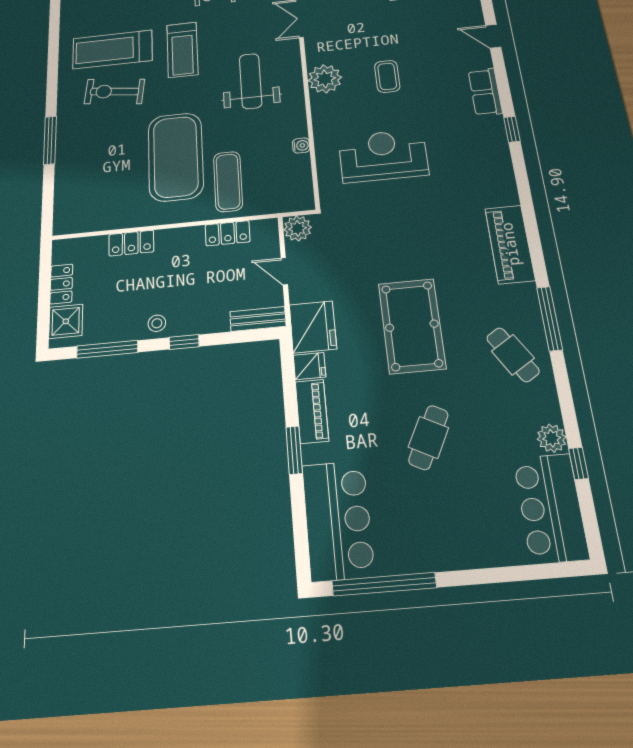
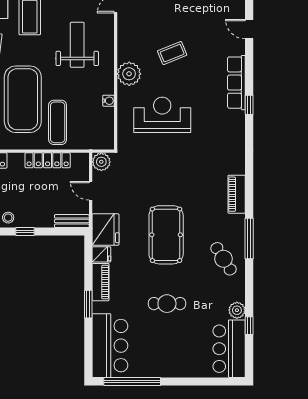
coffee table: (387, 76) -> (172, 53), turned 68
plant: (325, 79) -> (129, 74), moved
row of seats: (485, 92) -> (236, 83), width x1.48
locker: (228, 233) -> (48, 160), width x1.53
piano: (510, 244) -> (237, 194), width x0.73, depth x0.75
cafe table: (429, 437) -> (167, 304), turned 63

